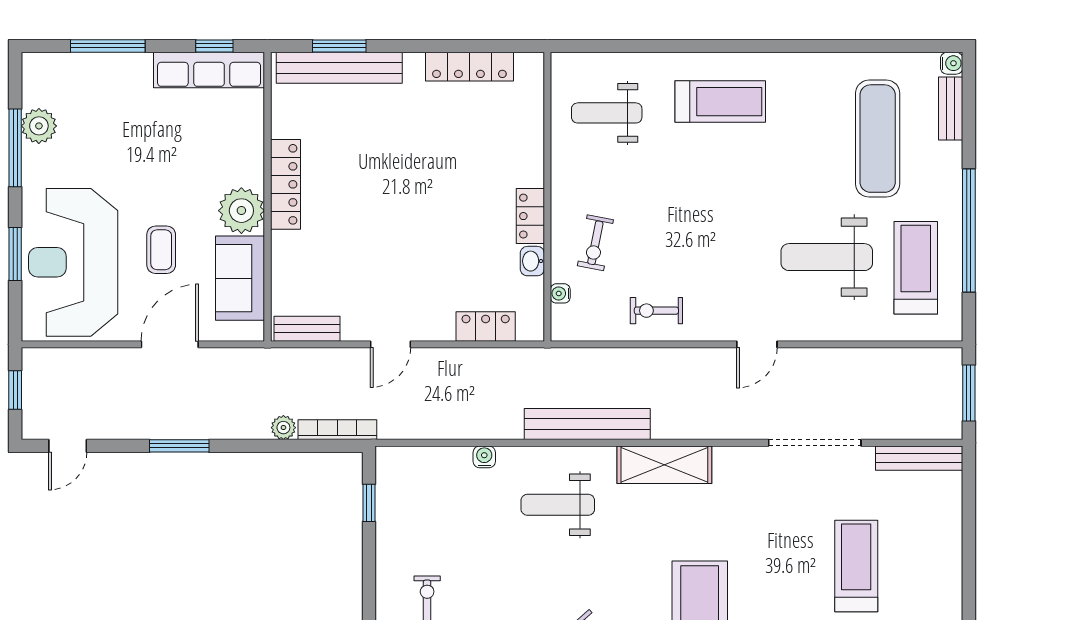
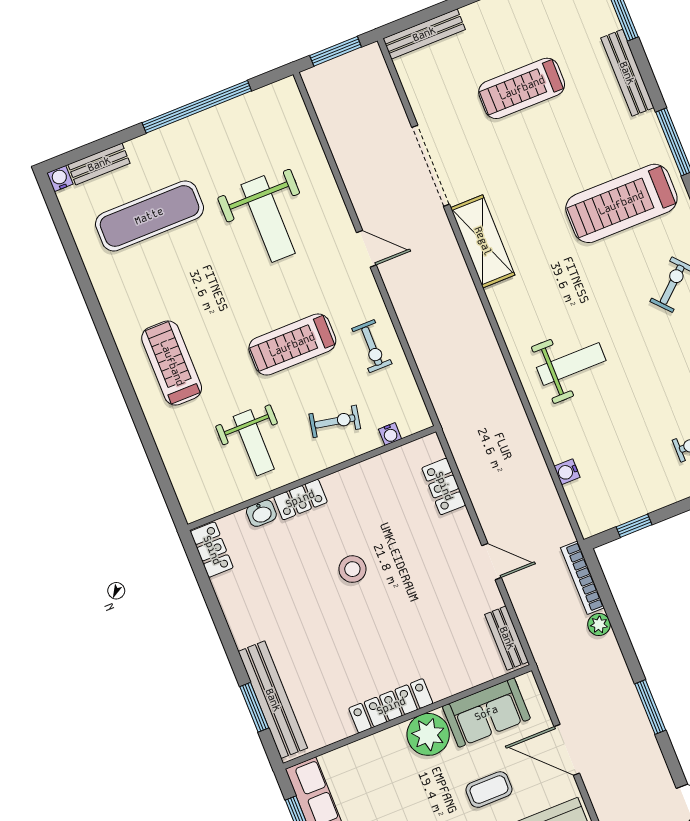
locker: (469, 67) -> (212, 550), moved, width x0.66
weight bench: (607, 113) -> (254, 443), moved
stool: (439, 201) -> (352, 569), added
locker: (530, 216) -> (300, 499), moved
washbasin: (532, 261) -> (261, 513), moved
treadmill: (916, 268) -> (292, 345), moved
bench: (587, 424) -> (492, 366), removed
water cooler: (484, 457) -> (567, 472), moved
bench: (919, 458) -> (424, 34), moved, turned 90
shelving: (664, 465) -> (483, 241), moved
weight bench: (558, 505) -> (571, 364), turned -90

